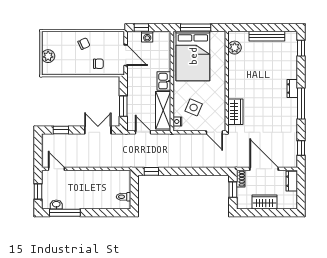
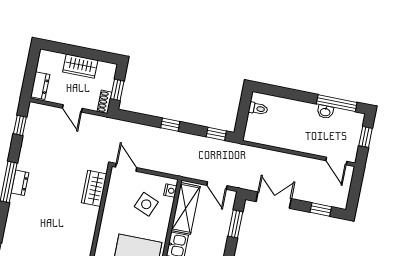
dresser: (292, 89) -> (20, 183), moved
double door: (98, 130) -> (274, 200), swing flipped
door: (264, 169) -> (72, 108), width x0.53
window: (188, 171) -> (170, 125), added
washbasin: (56, 204) -> (325, 112), moved

